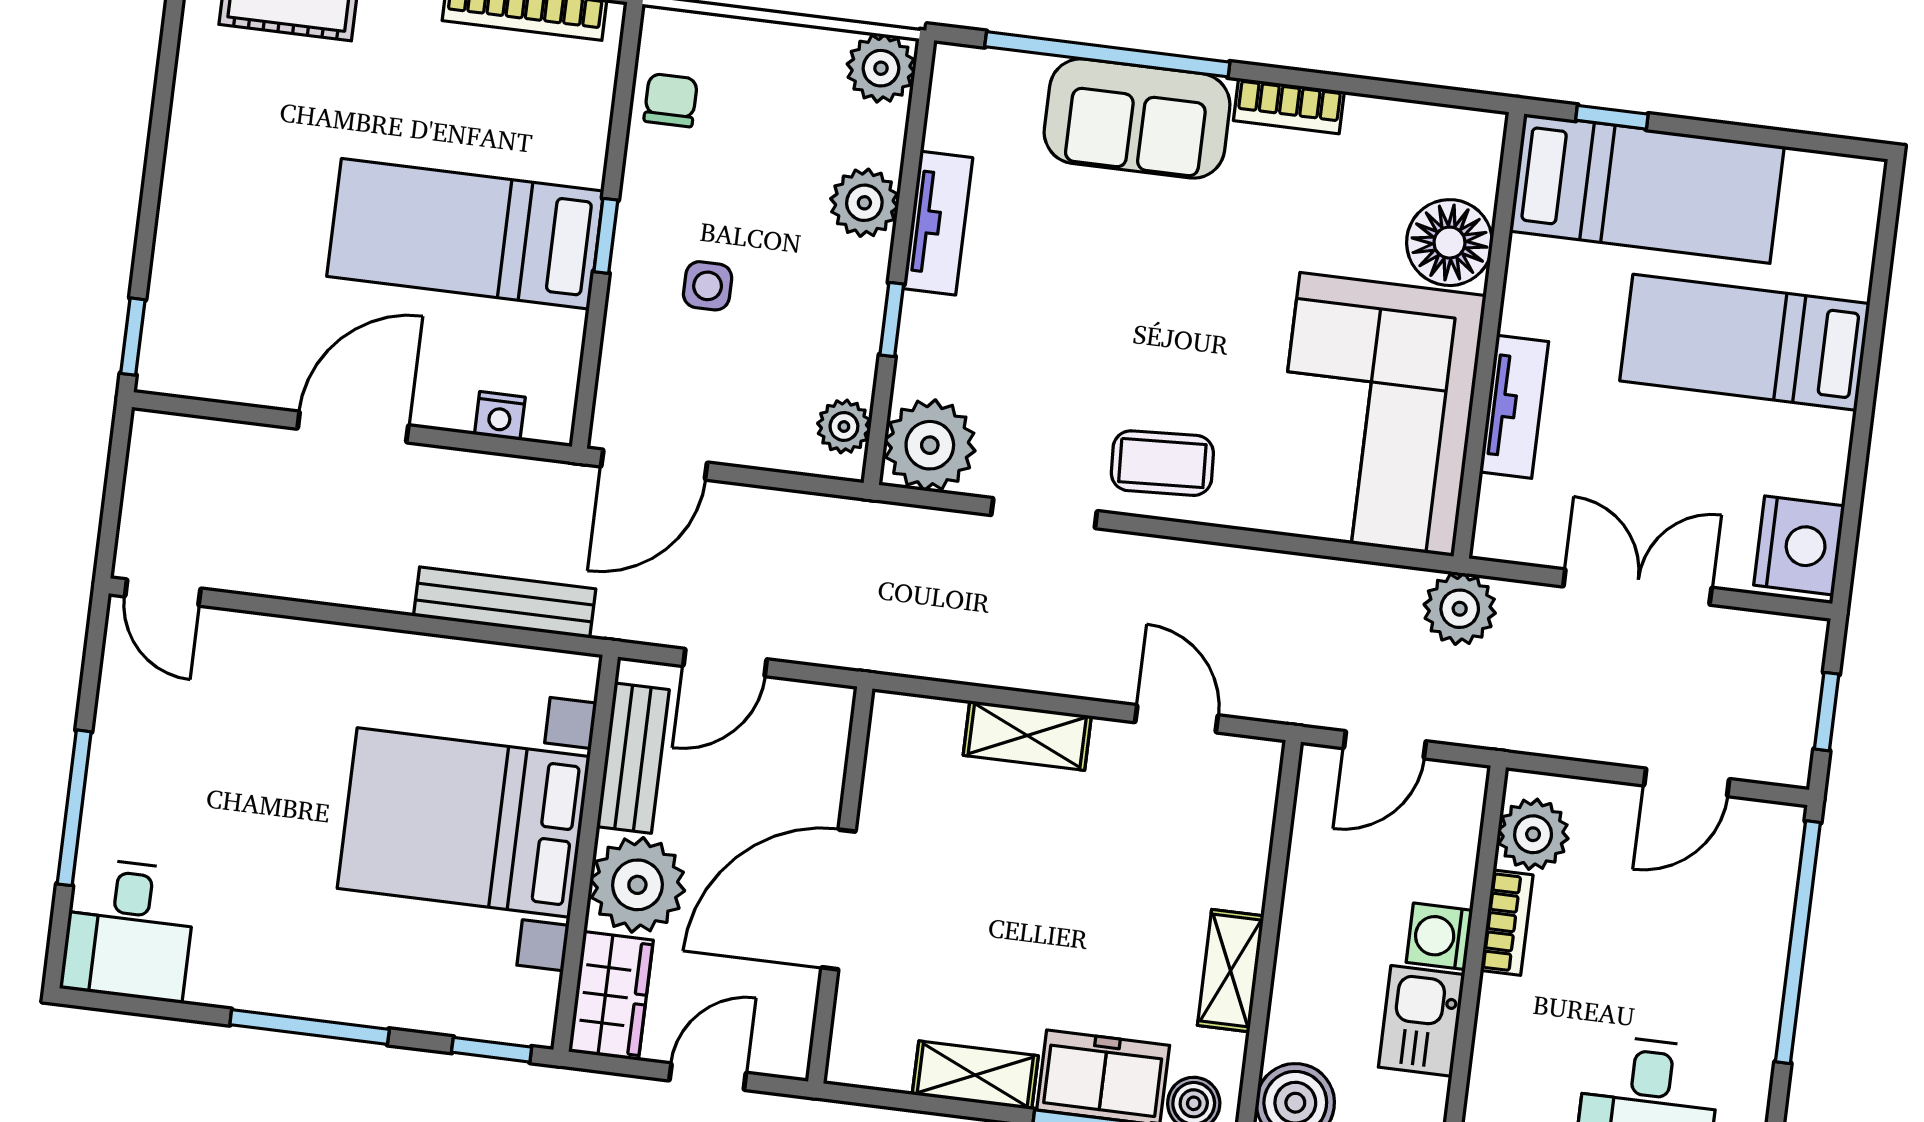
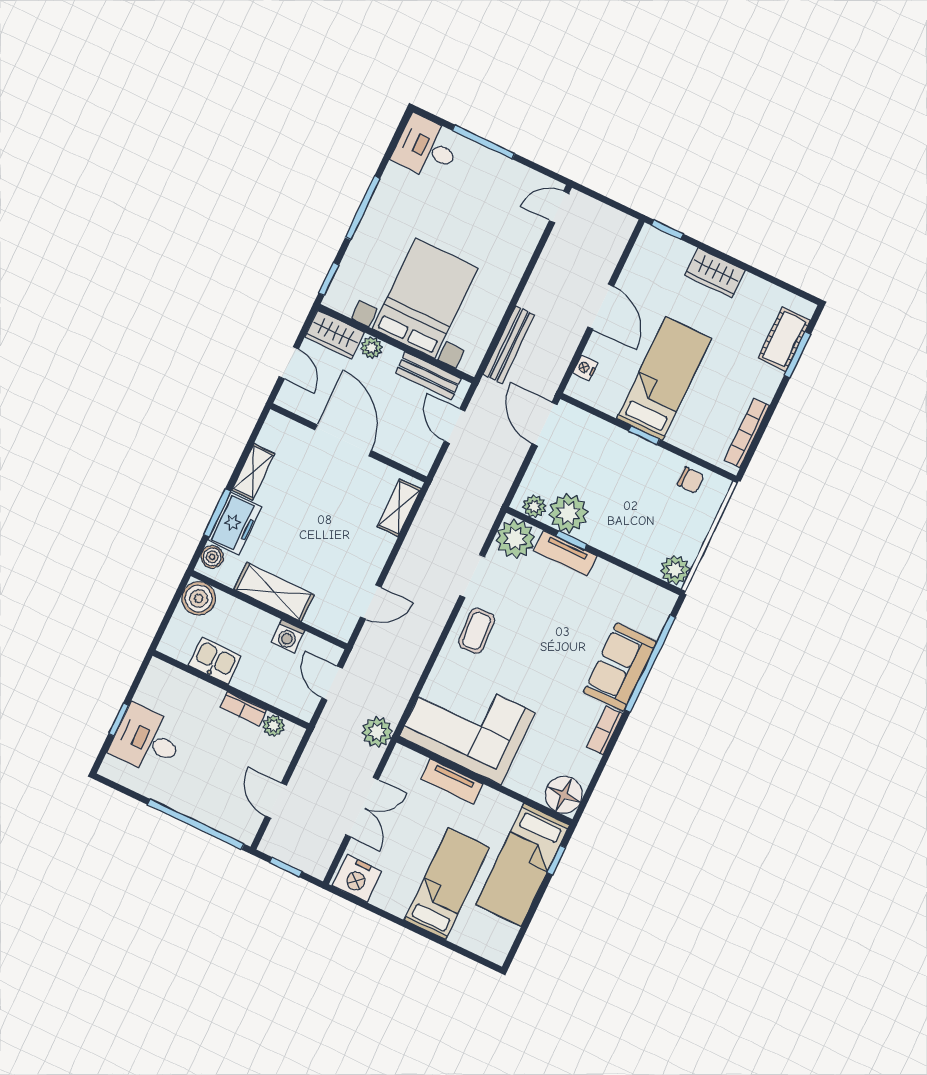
wardrobe: (194, 199) -> (715, 273), added
plant: (864, 203) -> (568, 513), moved, width x1.36, depth x1.36
tv unit: (938, 223) -> (565, 553), moved
floor lamp: (1449, 243) -> (564, 795), moved
side table: (708, 286) -> (610, 470), removed
shelving: (1027, 736) -> (399, 508), moved
plant: (1533, 834) -> (274, 726), width x0.73, depth x0.73
plant: (637, 885) -> (372, 348), width x0.53, depth x0.53
washing machine: (1439, 936) -> (288, 637), moved, turned 180
shelving: (1231, 971) -> (274, 592), width x1.50, depth x1.33

